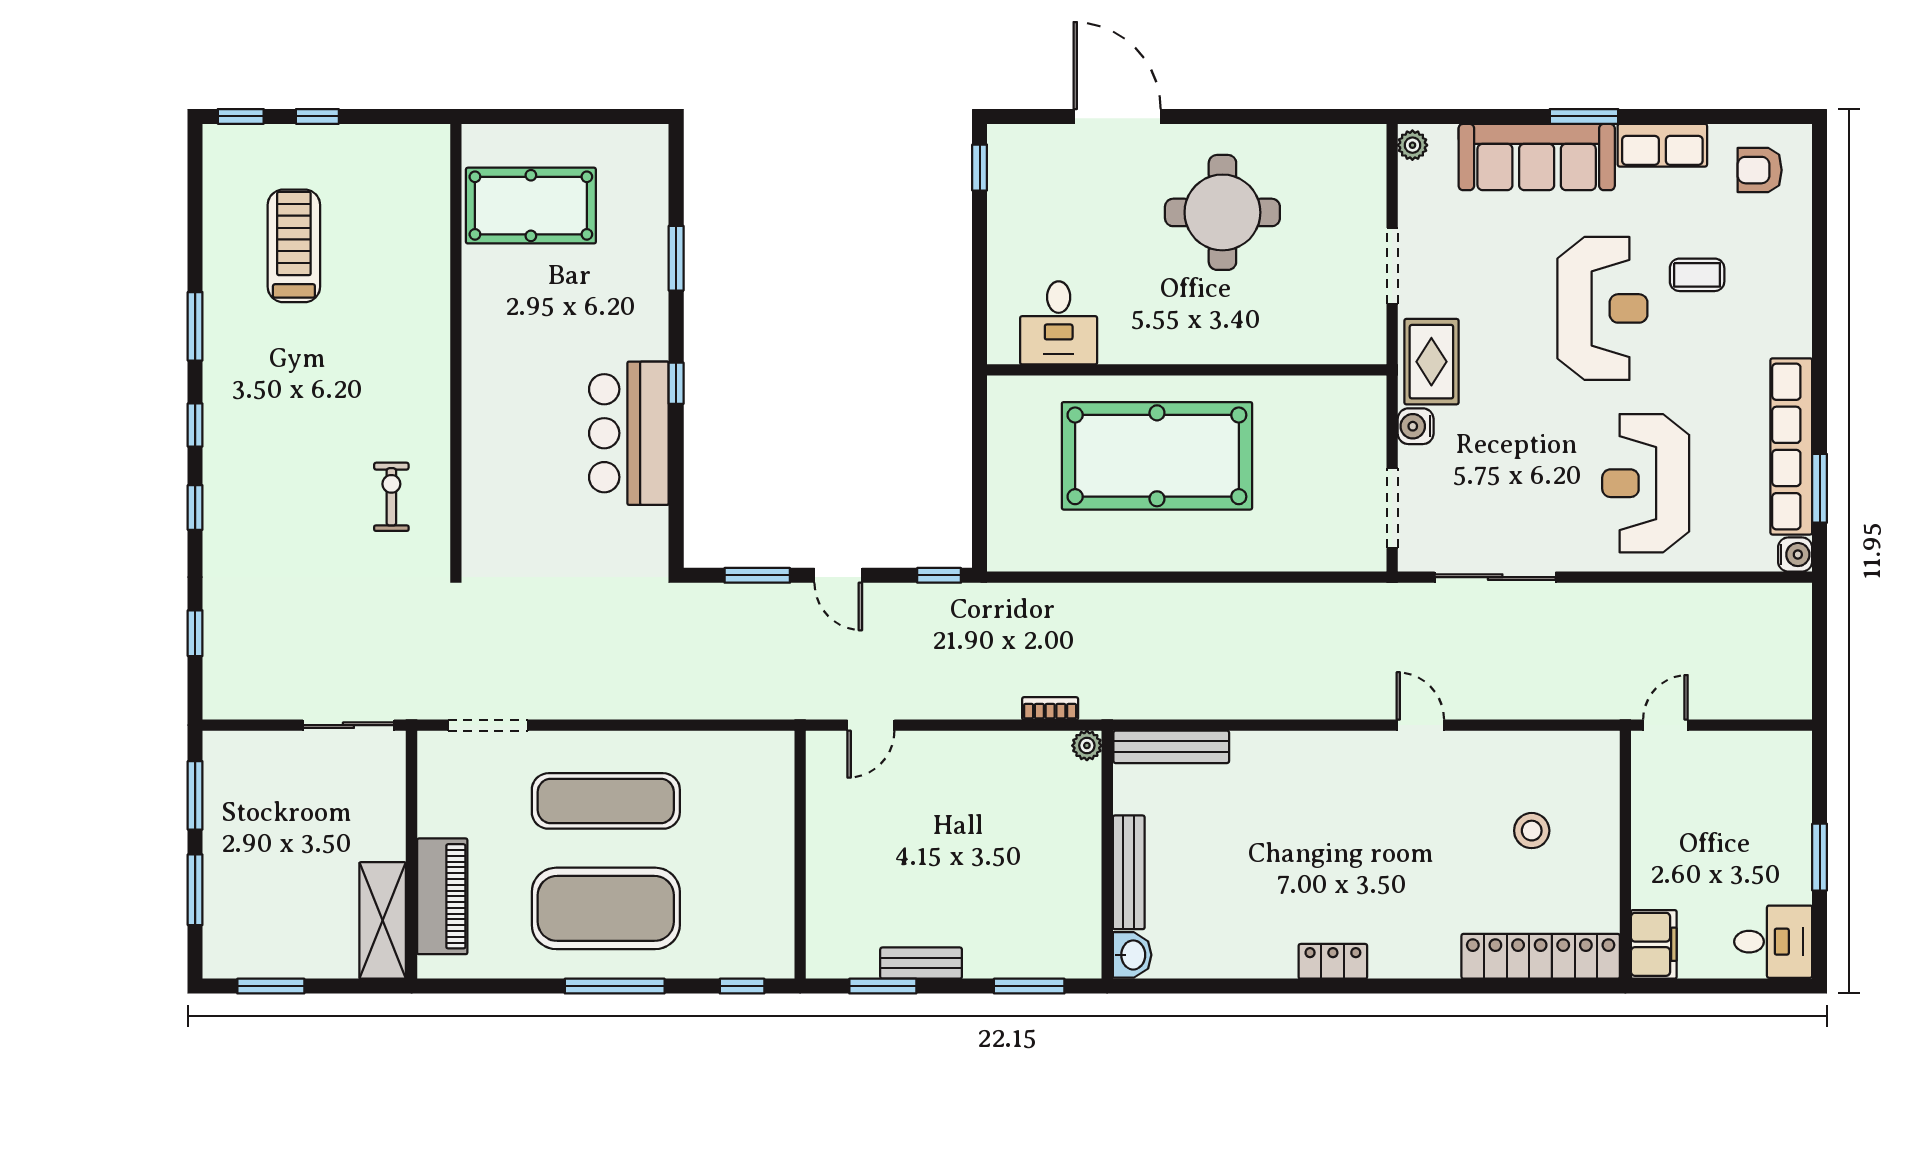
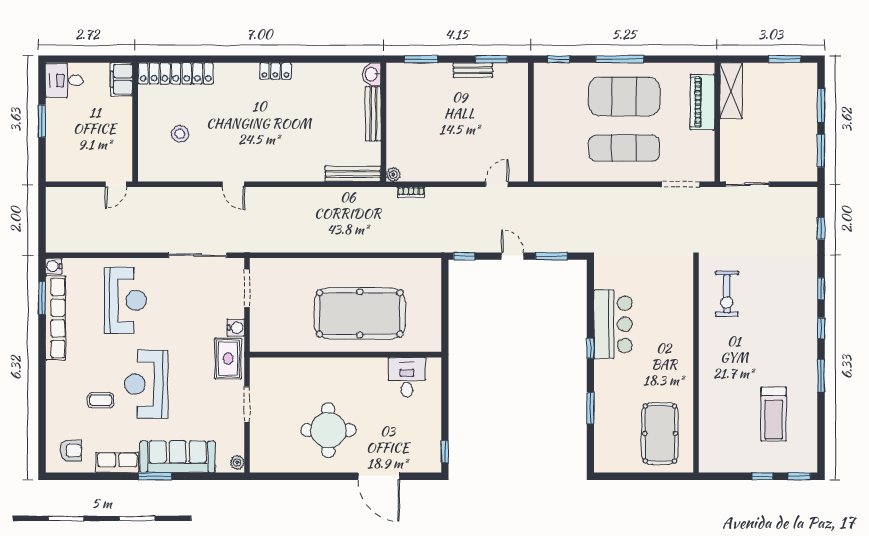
pool table: (531, 206) -> (660, 433), turned 90
exercise bike: (391, 497) -> (727, 294), width x1.38, depth x1.39

